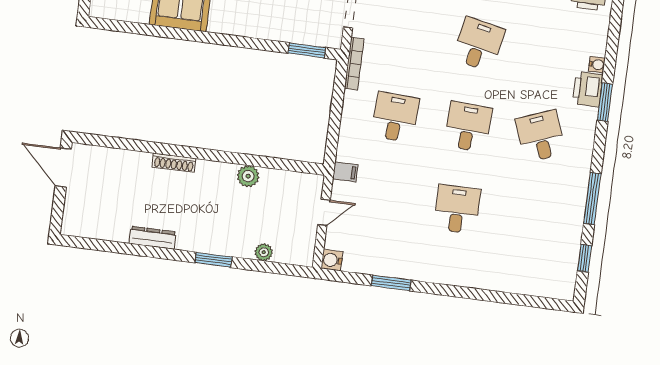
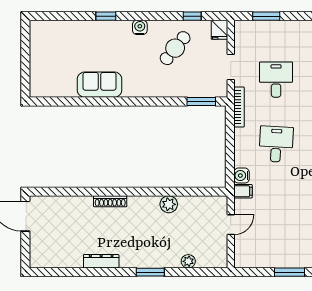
desk: (406, 35) -> (276, 80), added
water cooler: (332, 260) -> (242, 176), moved

